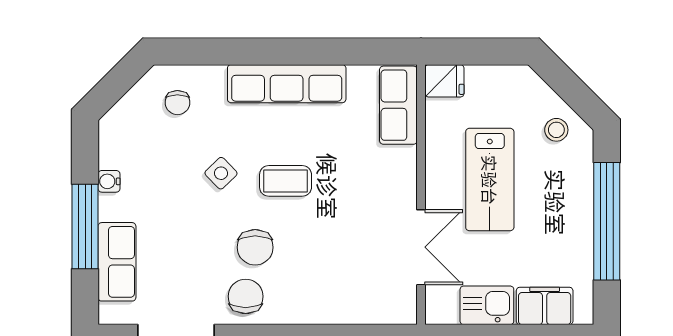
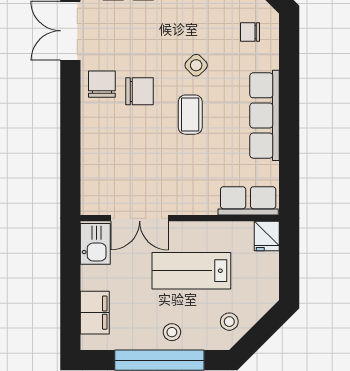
stool: (570, 205) -> (172, 332), added
chair: (255, 247) -> (139, 91), turned 180
chair: (246, 296) -> (102, 84), turned -90
kitchen sink: (487, 305) -> (95, 244), moved

